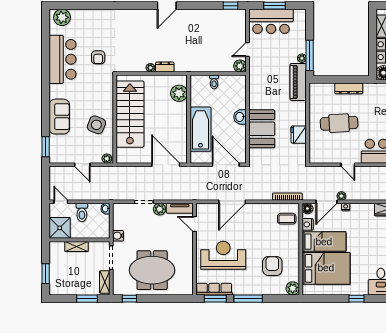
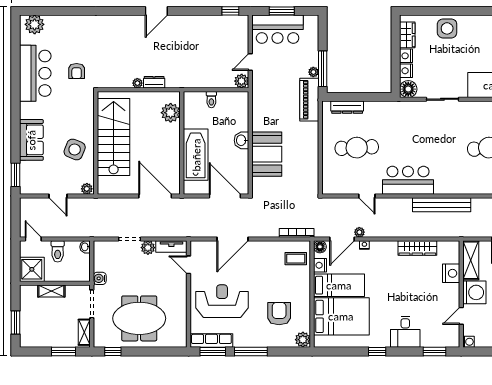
dresser: (349, 88) -> (347, 107), moved
fridge: (299, 135) -> (310, 161), removed

